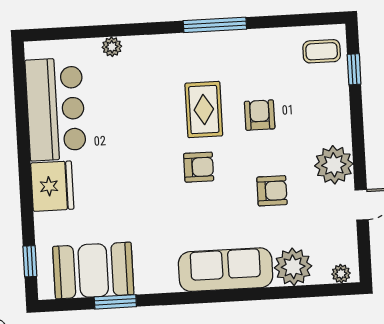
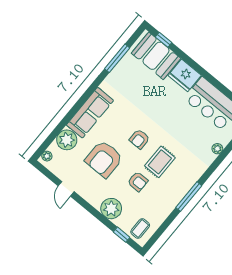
rug: (204, 110) -> (160, 162), turned 90
plant: (334, 165) -> (111, 209), moved
armchair: (272, 191) -> (104, 159), width x1.88, depth x1.88
booth: (93, 271) -> (156, 56), moved, turned 90
window: (115, 302) -> (117, 58), width x1.44

